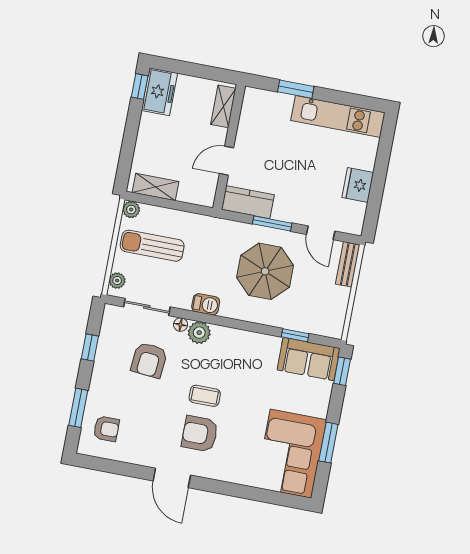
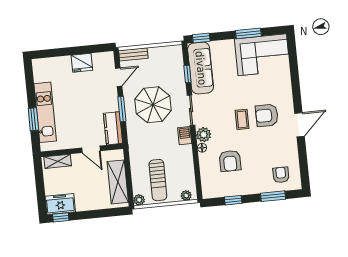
kitchen unit: (338, 117) -> (45, 112), moved
shelving: (155, 187) -> (118, 182), width x1.50, depth x1.33
sliding door: (147, 307) -> (191, 110), moved
sofa: (309, 359) -> (201, 68), width x1.36
armchair: (149, 360) -> (230, 161), turned 85
armchair: (200, 434) -> (267, 115), turned 90

